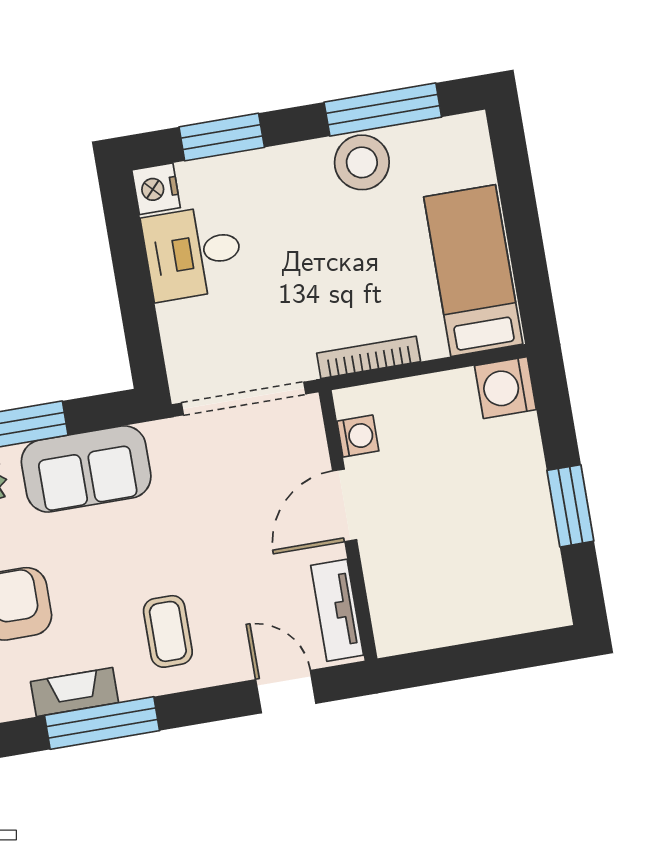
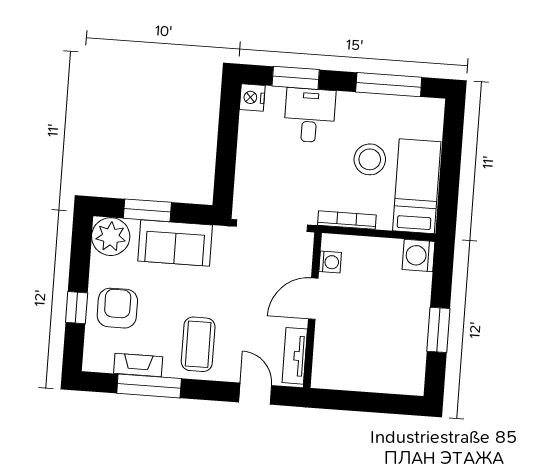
stool: (362, 162) -> (370, 159), moved
desk: (193, 253) -> (310, 115), moved, turned 90
coffee table: (168, 631) -> (198, 344), width x1.36, depth x1.30

